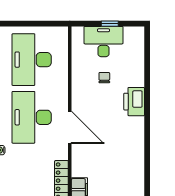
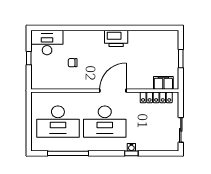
desk: (103, 42) -> (47, 42), moved, turned 90
printer: (134, 102) -> (116, 38), moved

